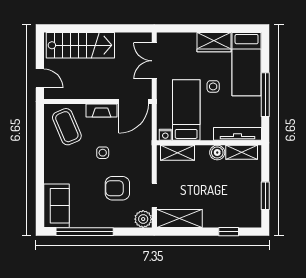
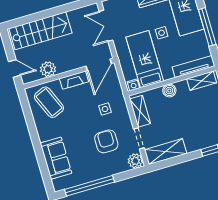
plant: (76, 90) -> (48, 69), added
side table: (103, 153) -> (105, 109), moved
shelving: (177, 153) -> (140, 111), moved, turned 90
boiler: (217, 153) -> (169, 91), moved
armchair: (117, 188) -> (106, 141), turned 90
sofa: (57, 206) -> (56, 158), moved

